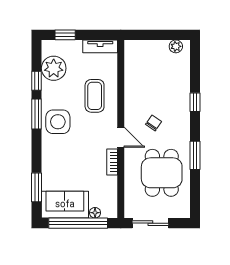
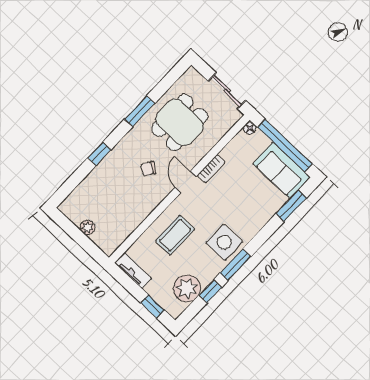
plant: (176, 46) -> (87, 227), moved
floor lamp: (95, 213) -> (250, 128), moved

